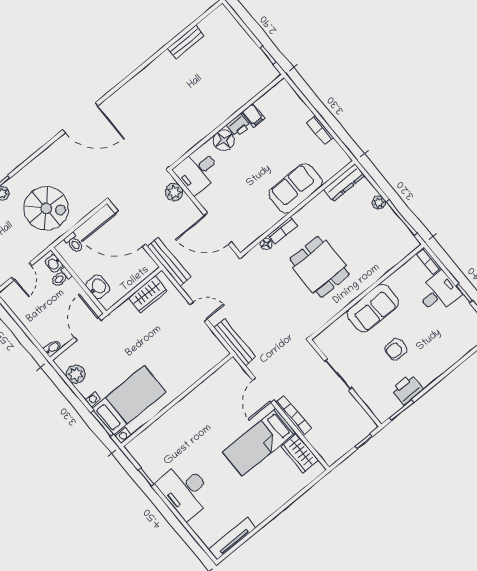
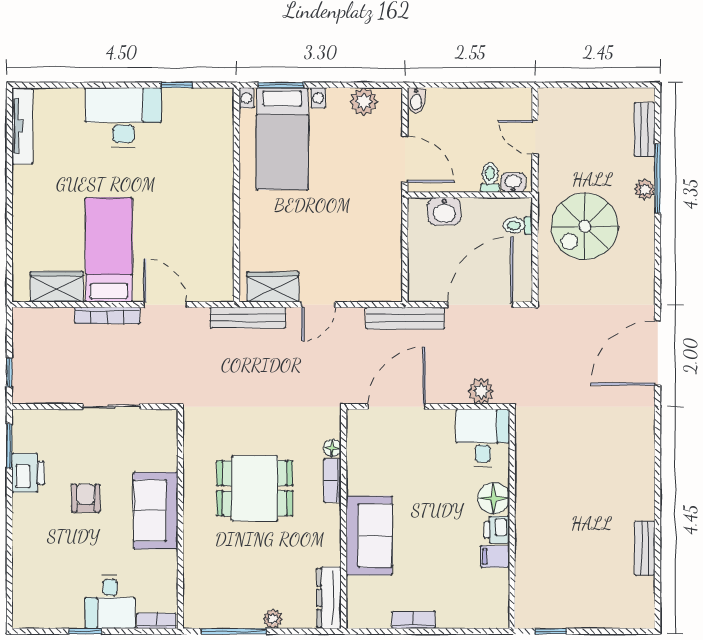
wardrobe: (148, 294) -> (273, 287), moved, turned 90

